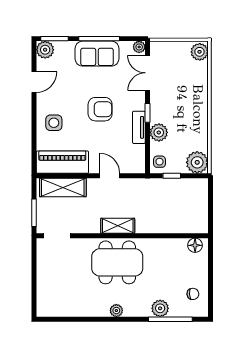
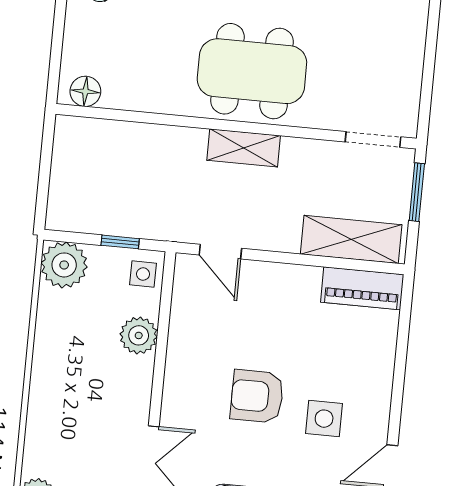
window: (147, 113) -> (158, 379), removed
side table: (54, 123) -> (324, 419), moved
tv unit: (139, 127) -> (179, 350), removed
piano: (62, 162) -> (362, 288), width x0.73, depth x0.75
door: (110, 176) -> (220, 252), moved

